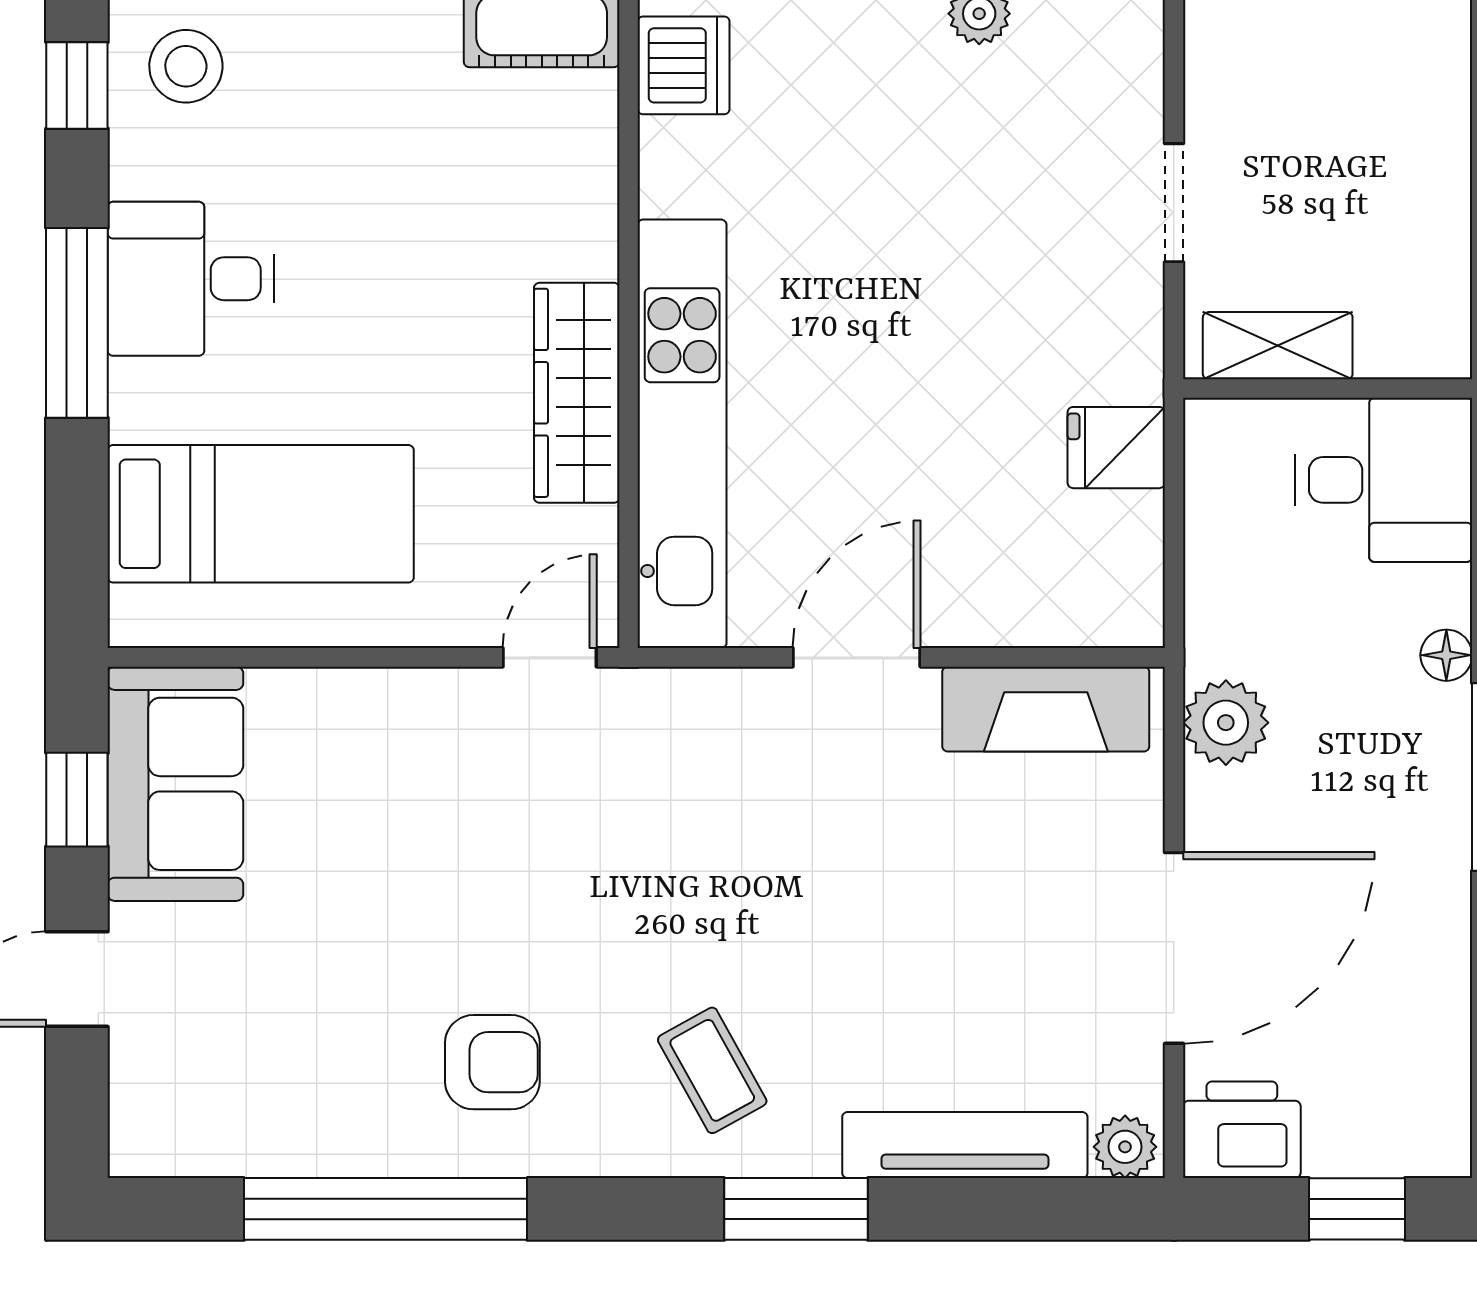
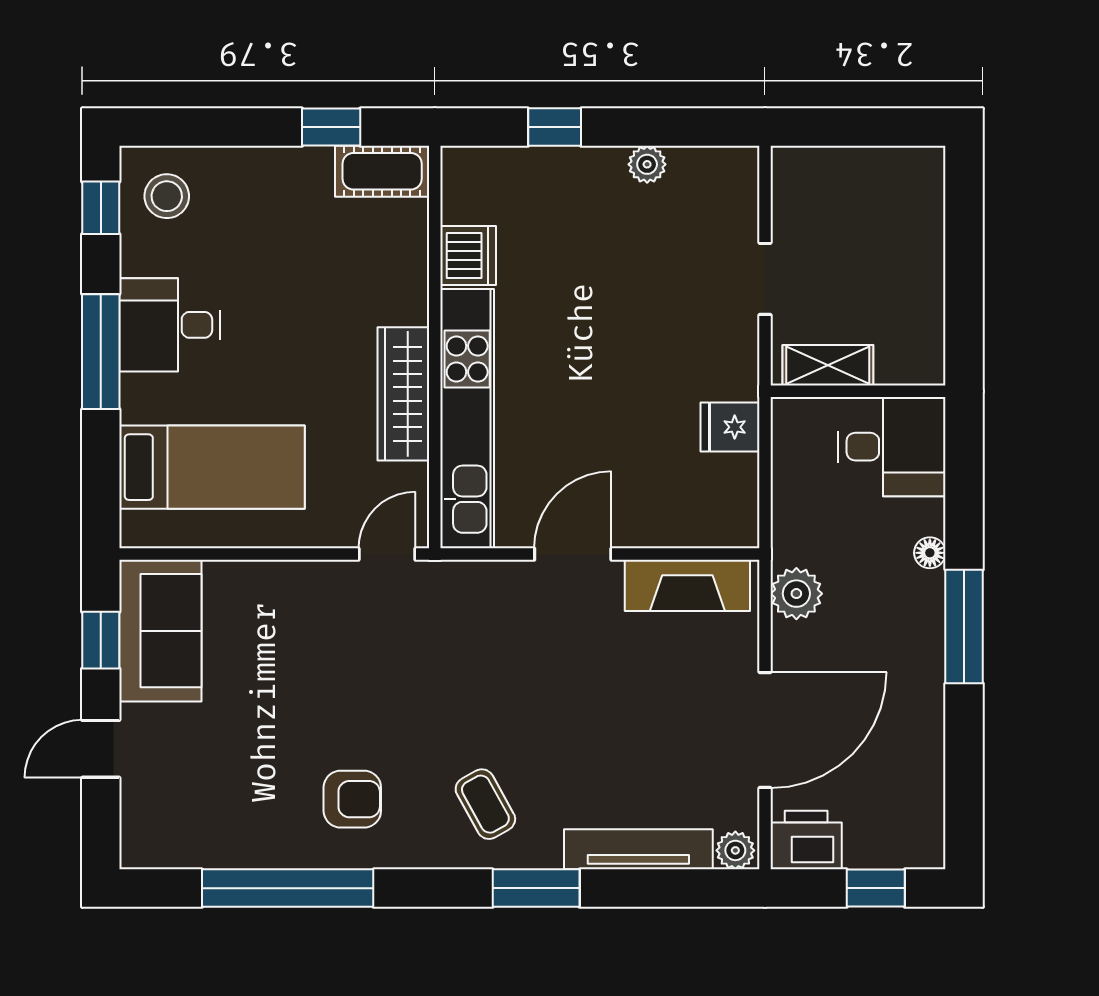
dishwasher: (684, 65) -> (468, 255), moved

